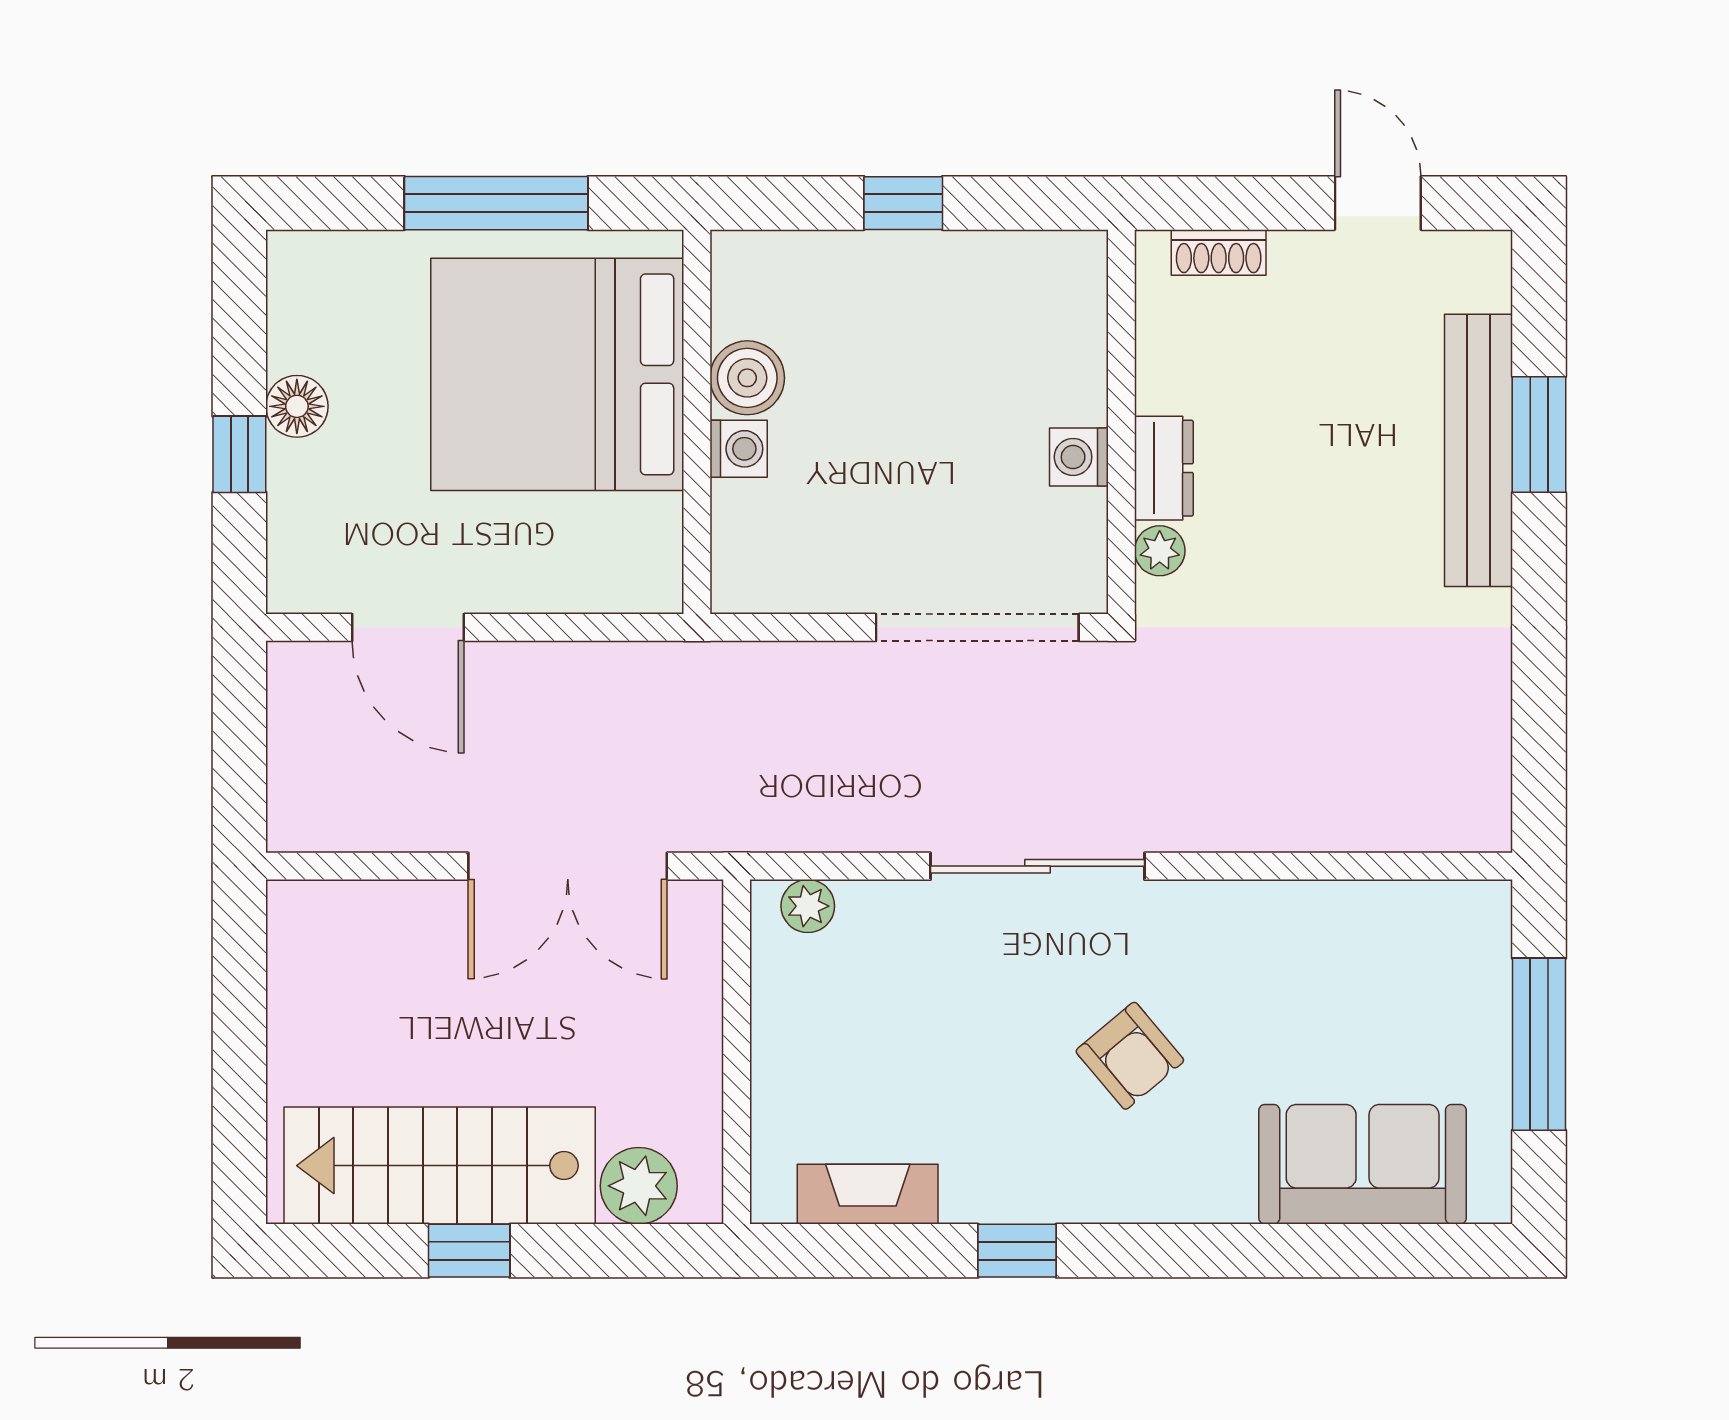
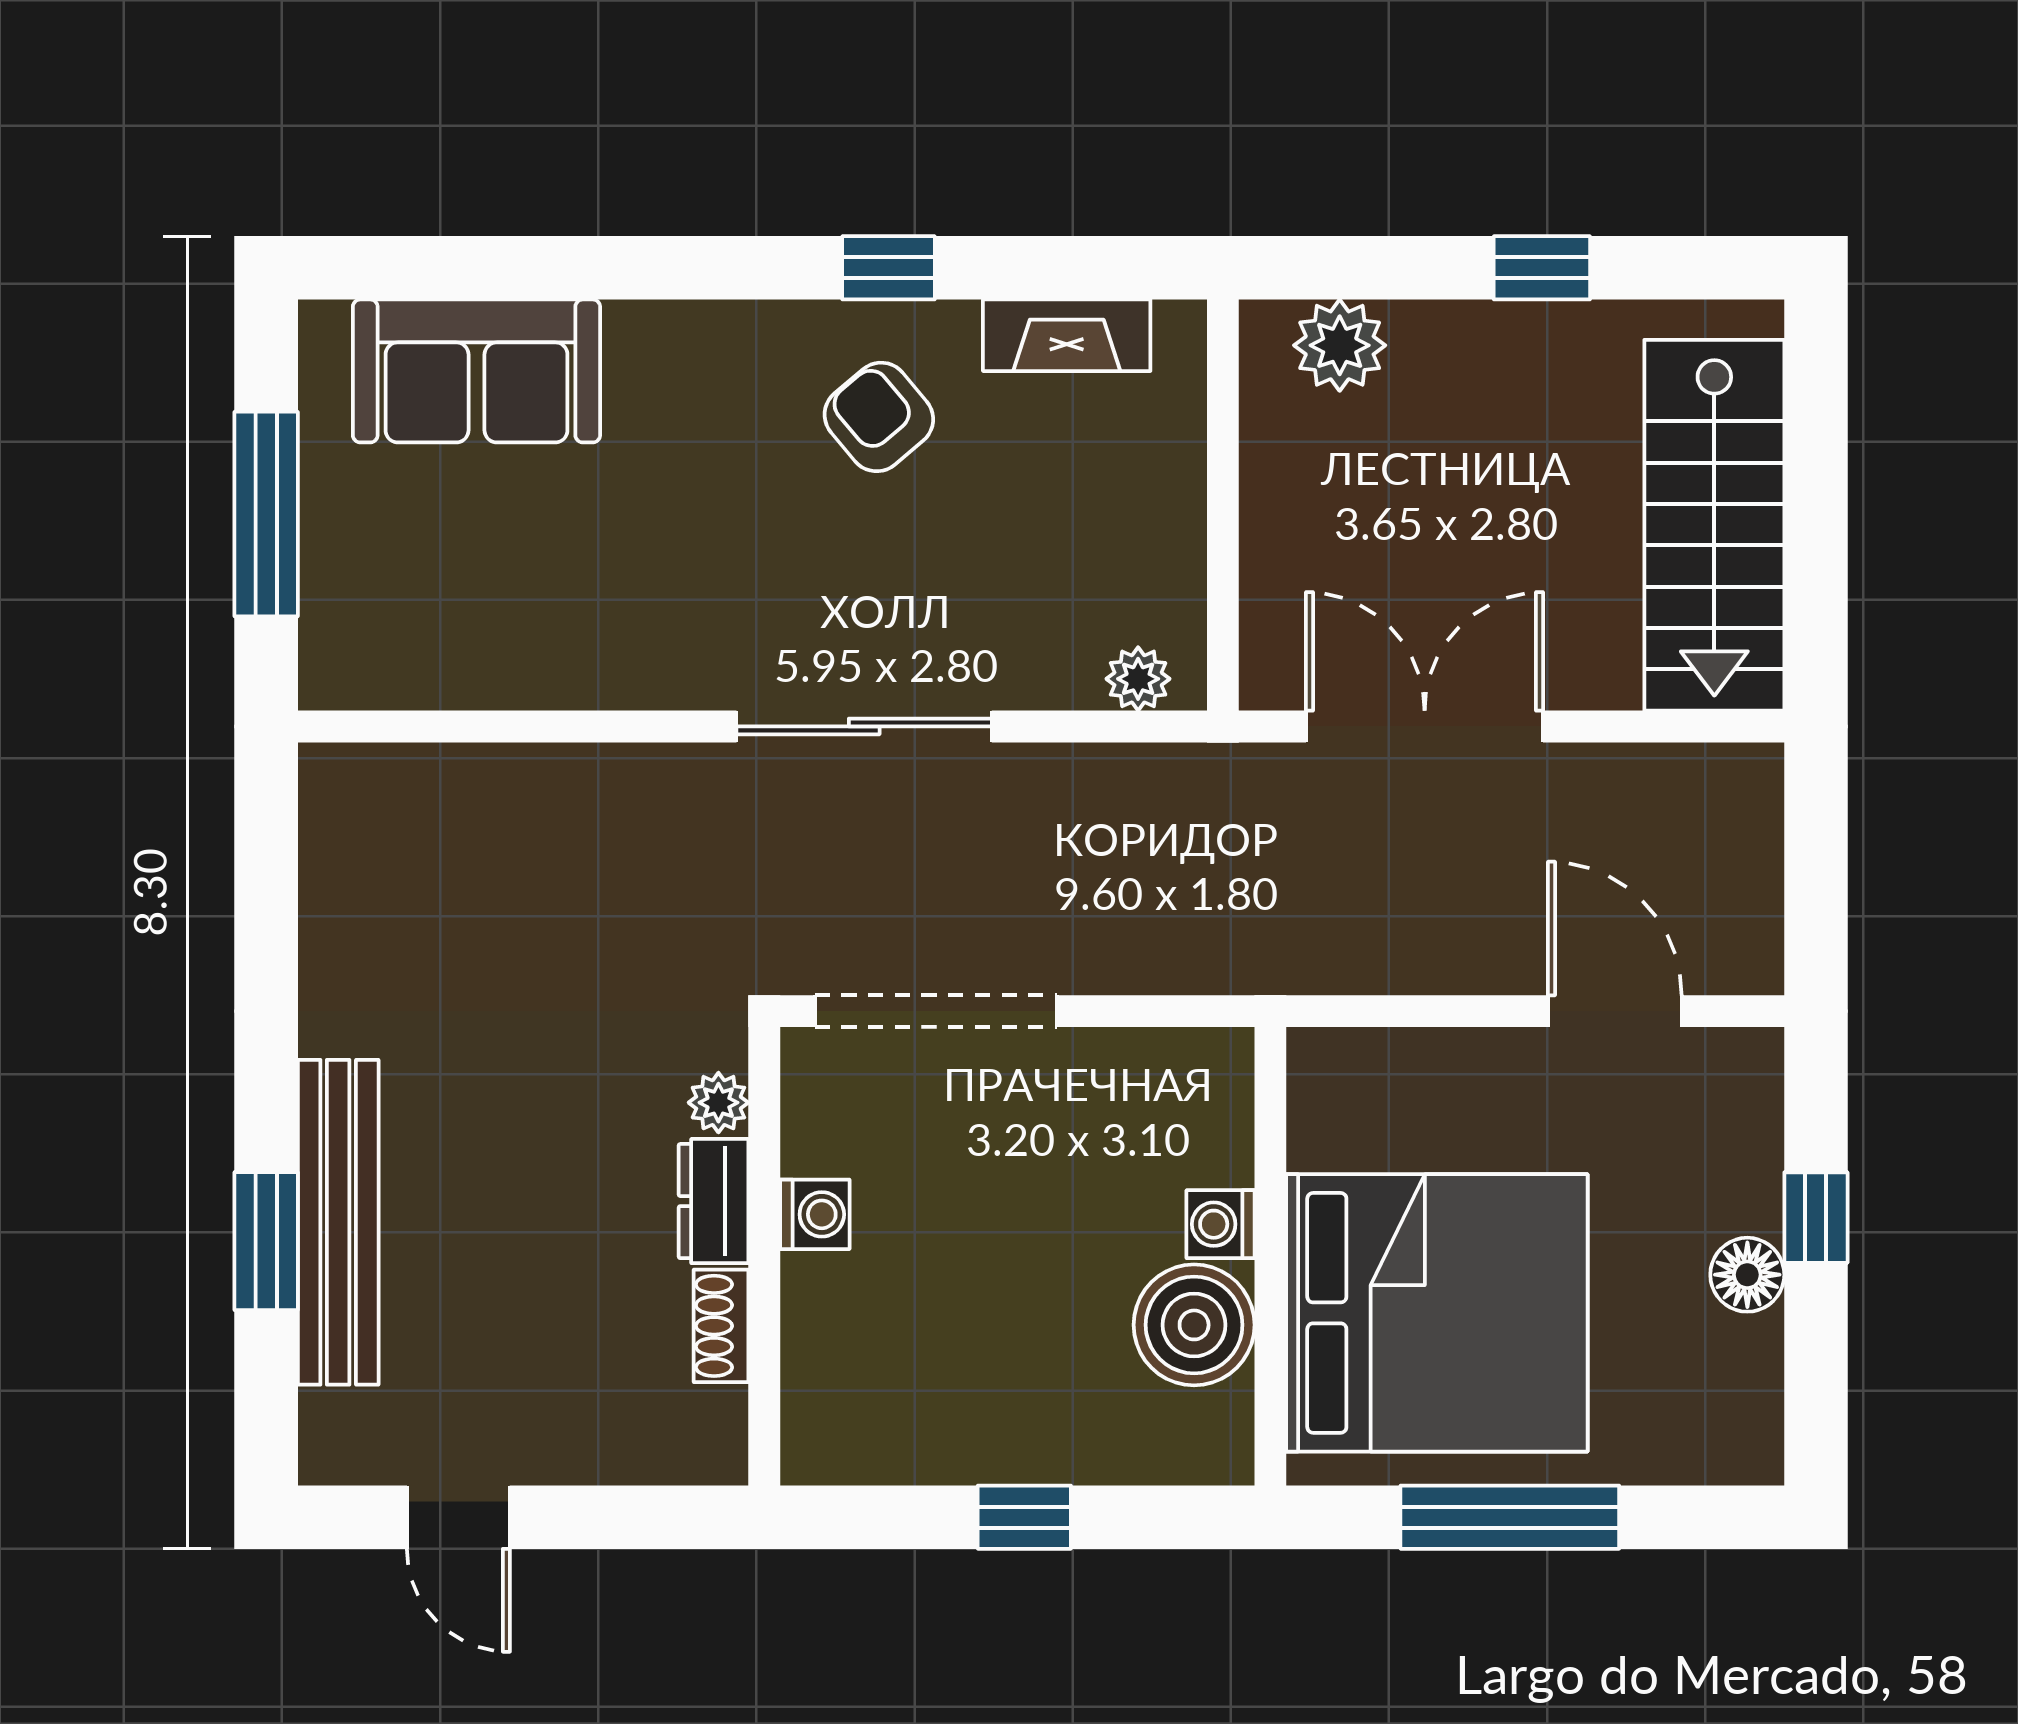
shoe rack: (1219, 253) -> (721, 1326), moved, turned -90
boiler: (747, 378) -> (1194, 1325), width x1.37, depth x1.37
armchair: (1130, 1056) -> (879, 417), moved
stairs: (440, 1166) -> (1714, 525), moved, turned 90

